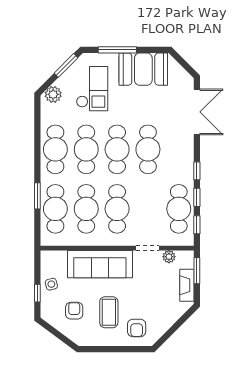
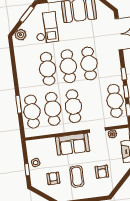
cafe table: (55, 149) -> (27, 72), removed
sofa: (100, 264) -> (72, 144), width x0.73
armchair: (137, 328) -> (102, 172), moved

